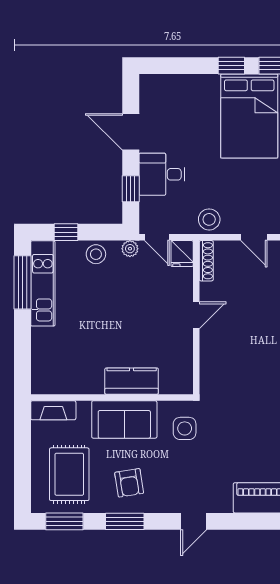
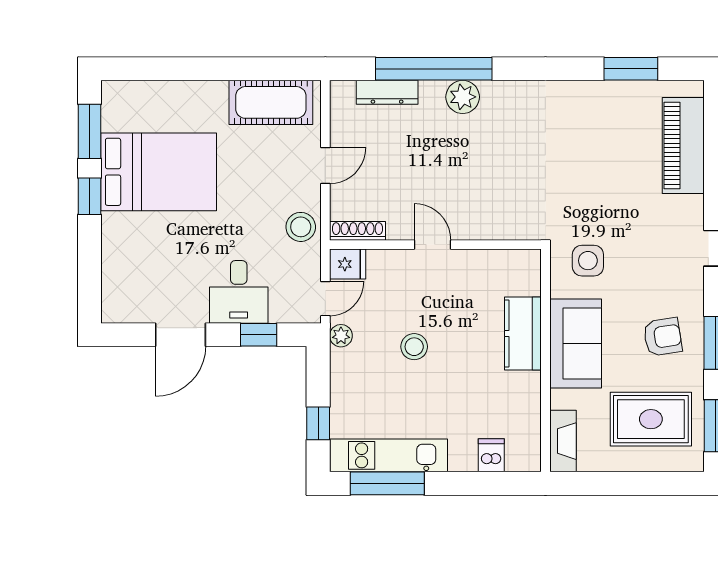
stool: (96, 254) -> (414, 347), moved
dishwasher: (43, 358) -> (491, 455), added

